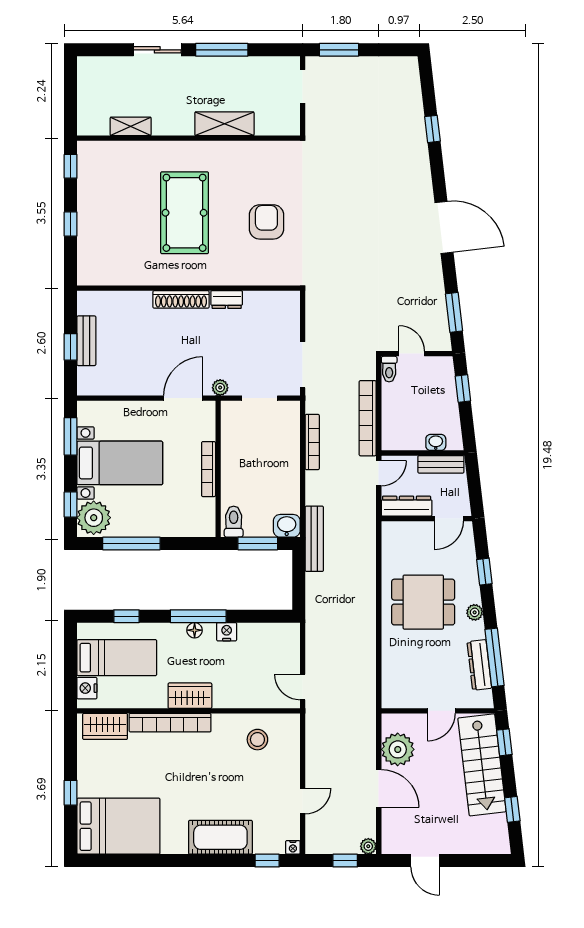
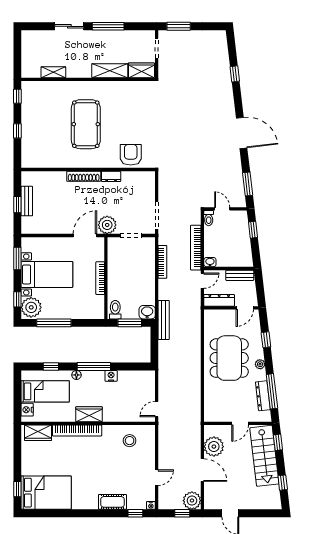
wardrobe: (277, 123) -> (141, 70), added
armchair: (266, 222) -> (131, 155), moved
plant: (220, 388) -> (107, 225), width x1.88, depth x1.88
washbasin: (436, 442) -> (210, 262), moved
dining table: (423, 602) -> (229, 358), width x1.38
floor lamp: (195, 630) -> (76, 375), moved
door: (303, 687) -> (157, 409), hinge flipped
window: (71, 793) -> (17, 489), moved
cot: (220, 837) -> (112, 502), width x0.73, depth x0.75
plant: (368, 846) -> (192, 501), width x1.88, depth x1.88

